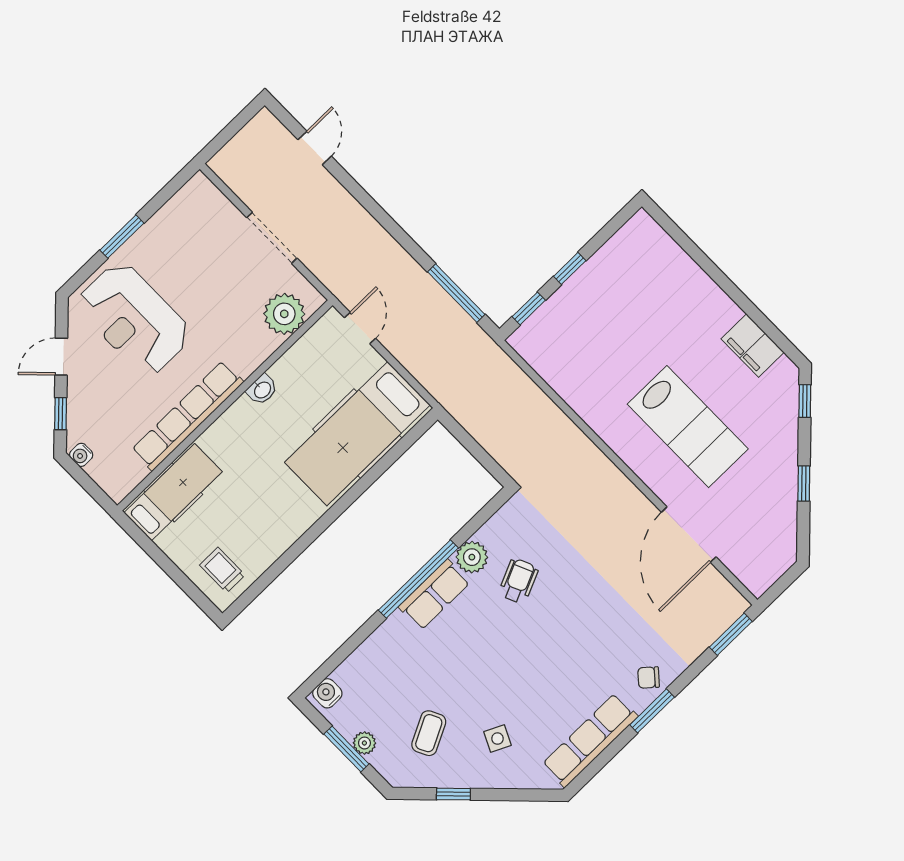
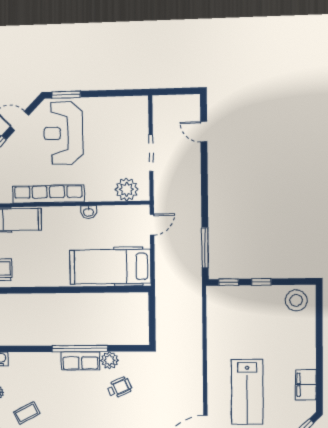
door: (315, 148) -> (204, 132), swing flipped
window: (122, 237) -> (66, 95), moved
stool: (636, 250) -> (296, 300), added

